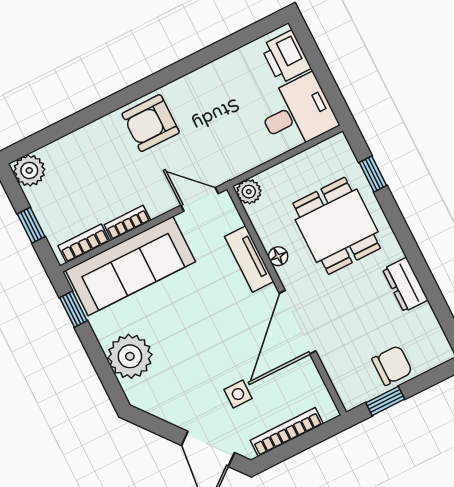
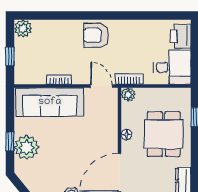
bookcase: (84, 243) -> (129, 79), moved
tv unit: (249, 259) -> (111, 129), removed
window: (73, 309) -> (10, 141), moved

